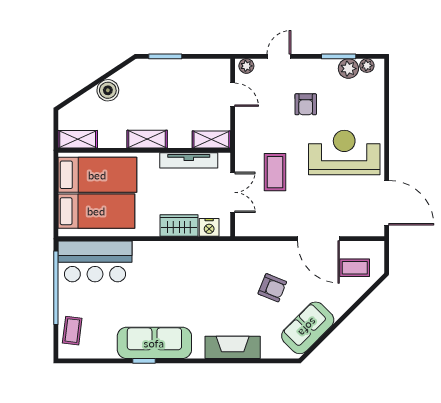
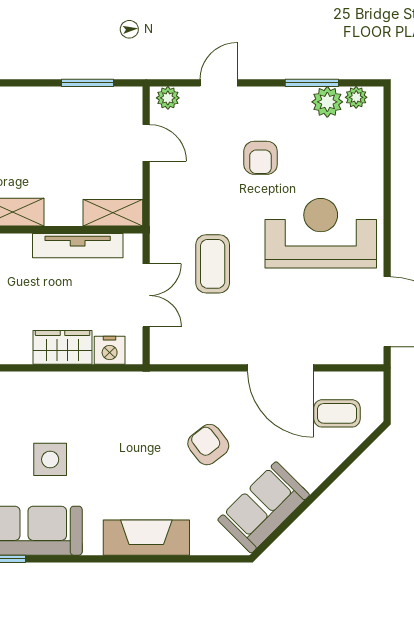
window: (165, 56) -> (88, 83), moved
armchair: (272, 288) -> (208, 445), turned -150
side table: (171, 297) -> (50, 459), added

